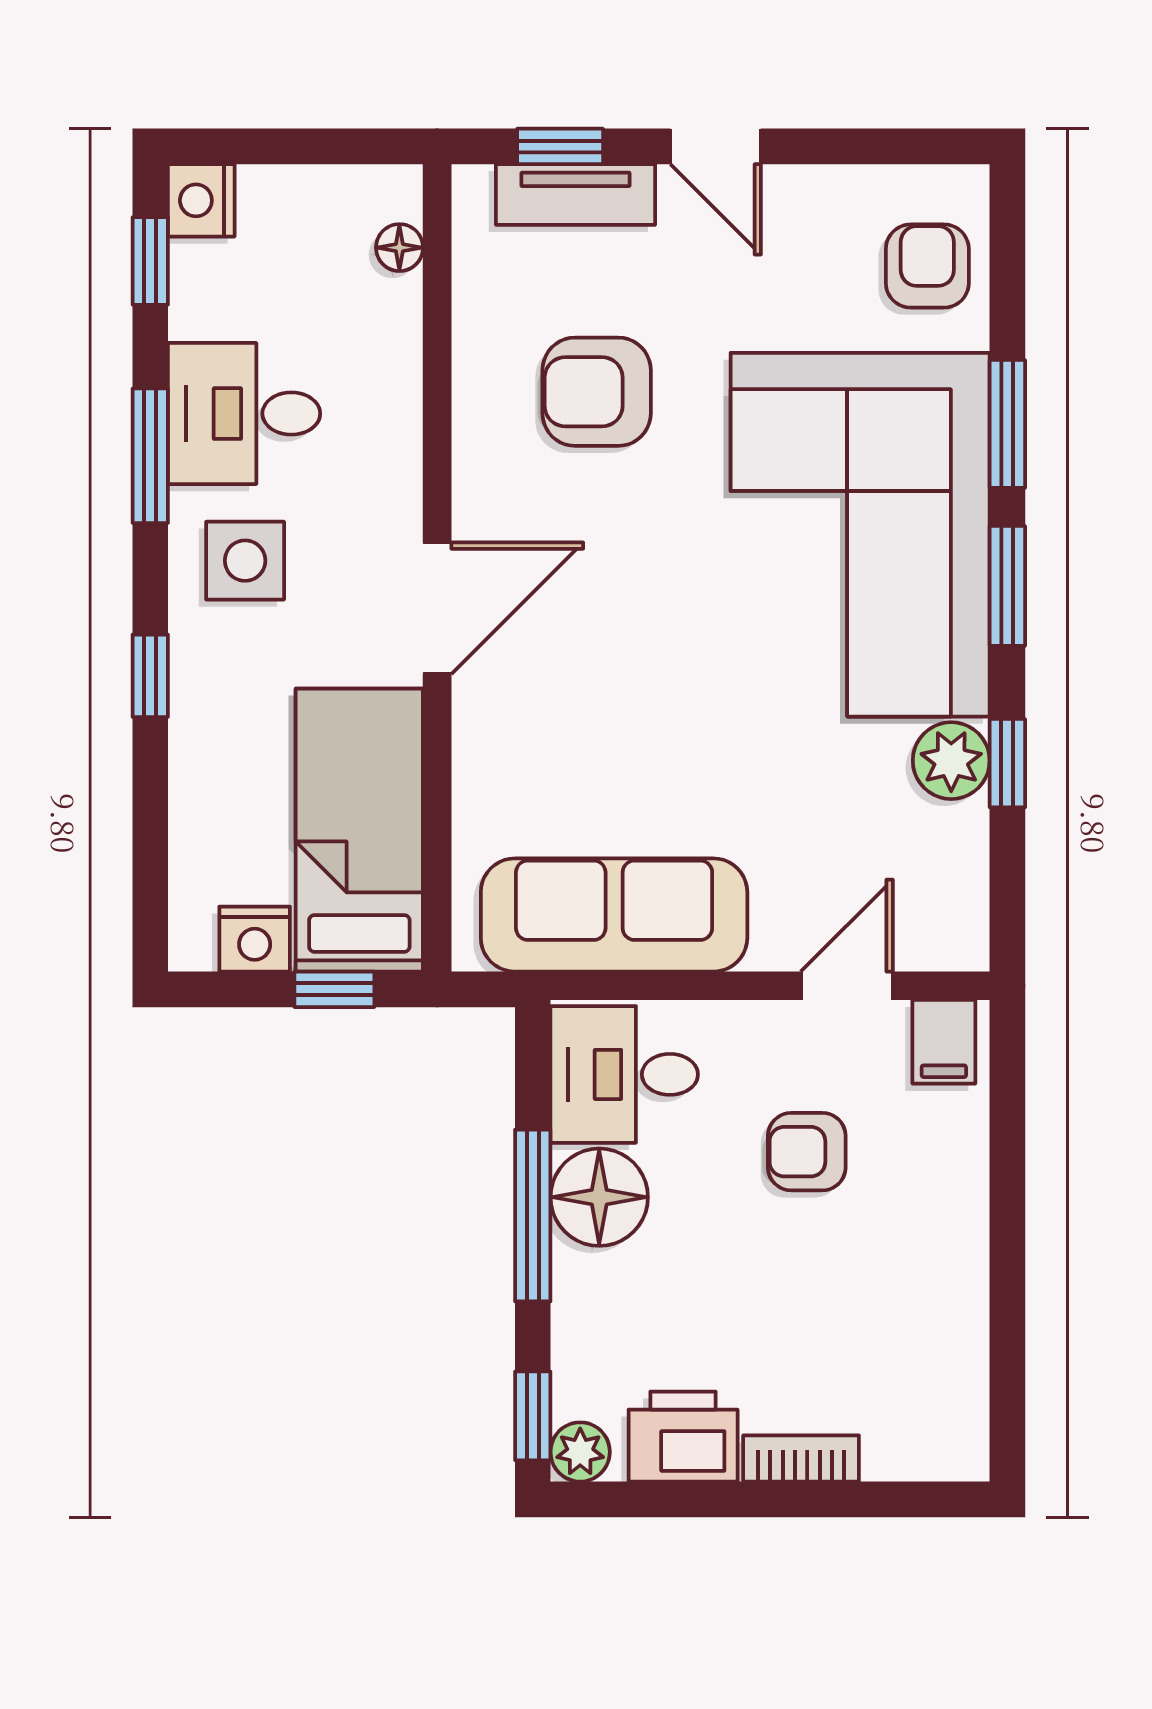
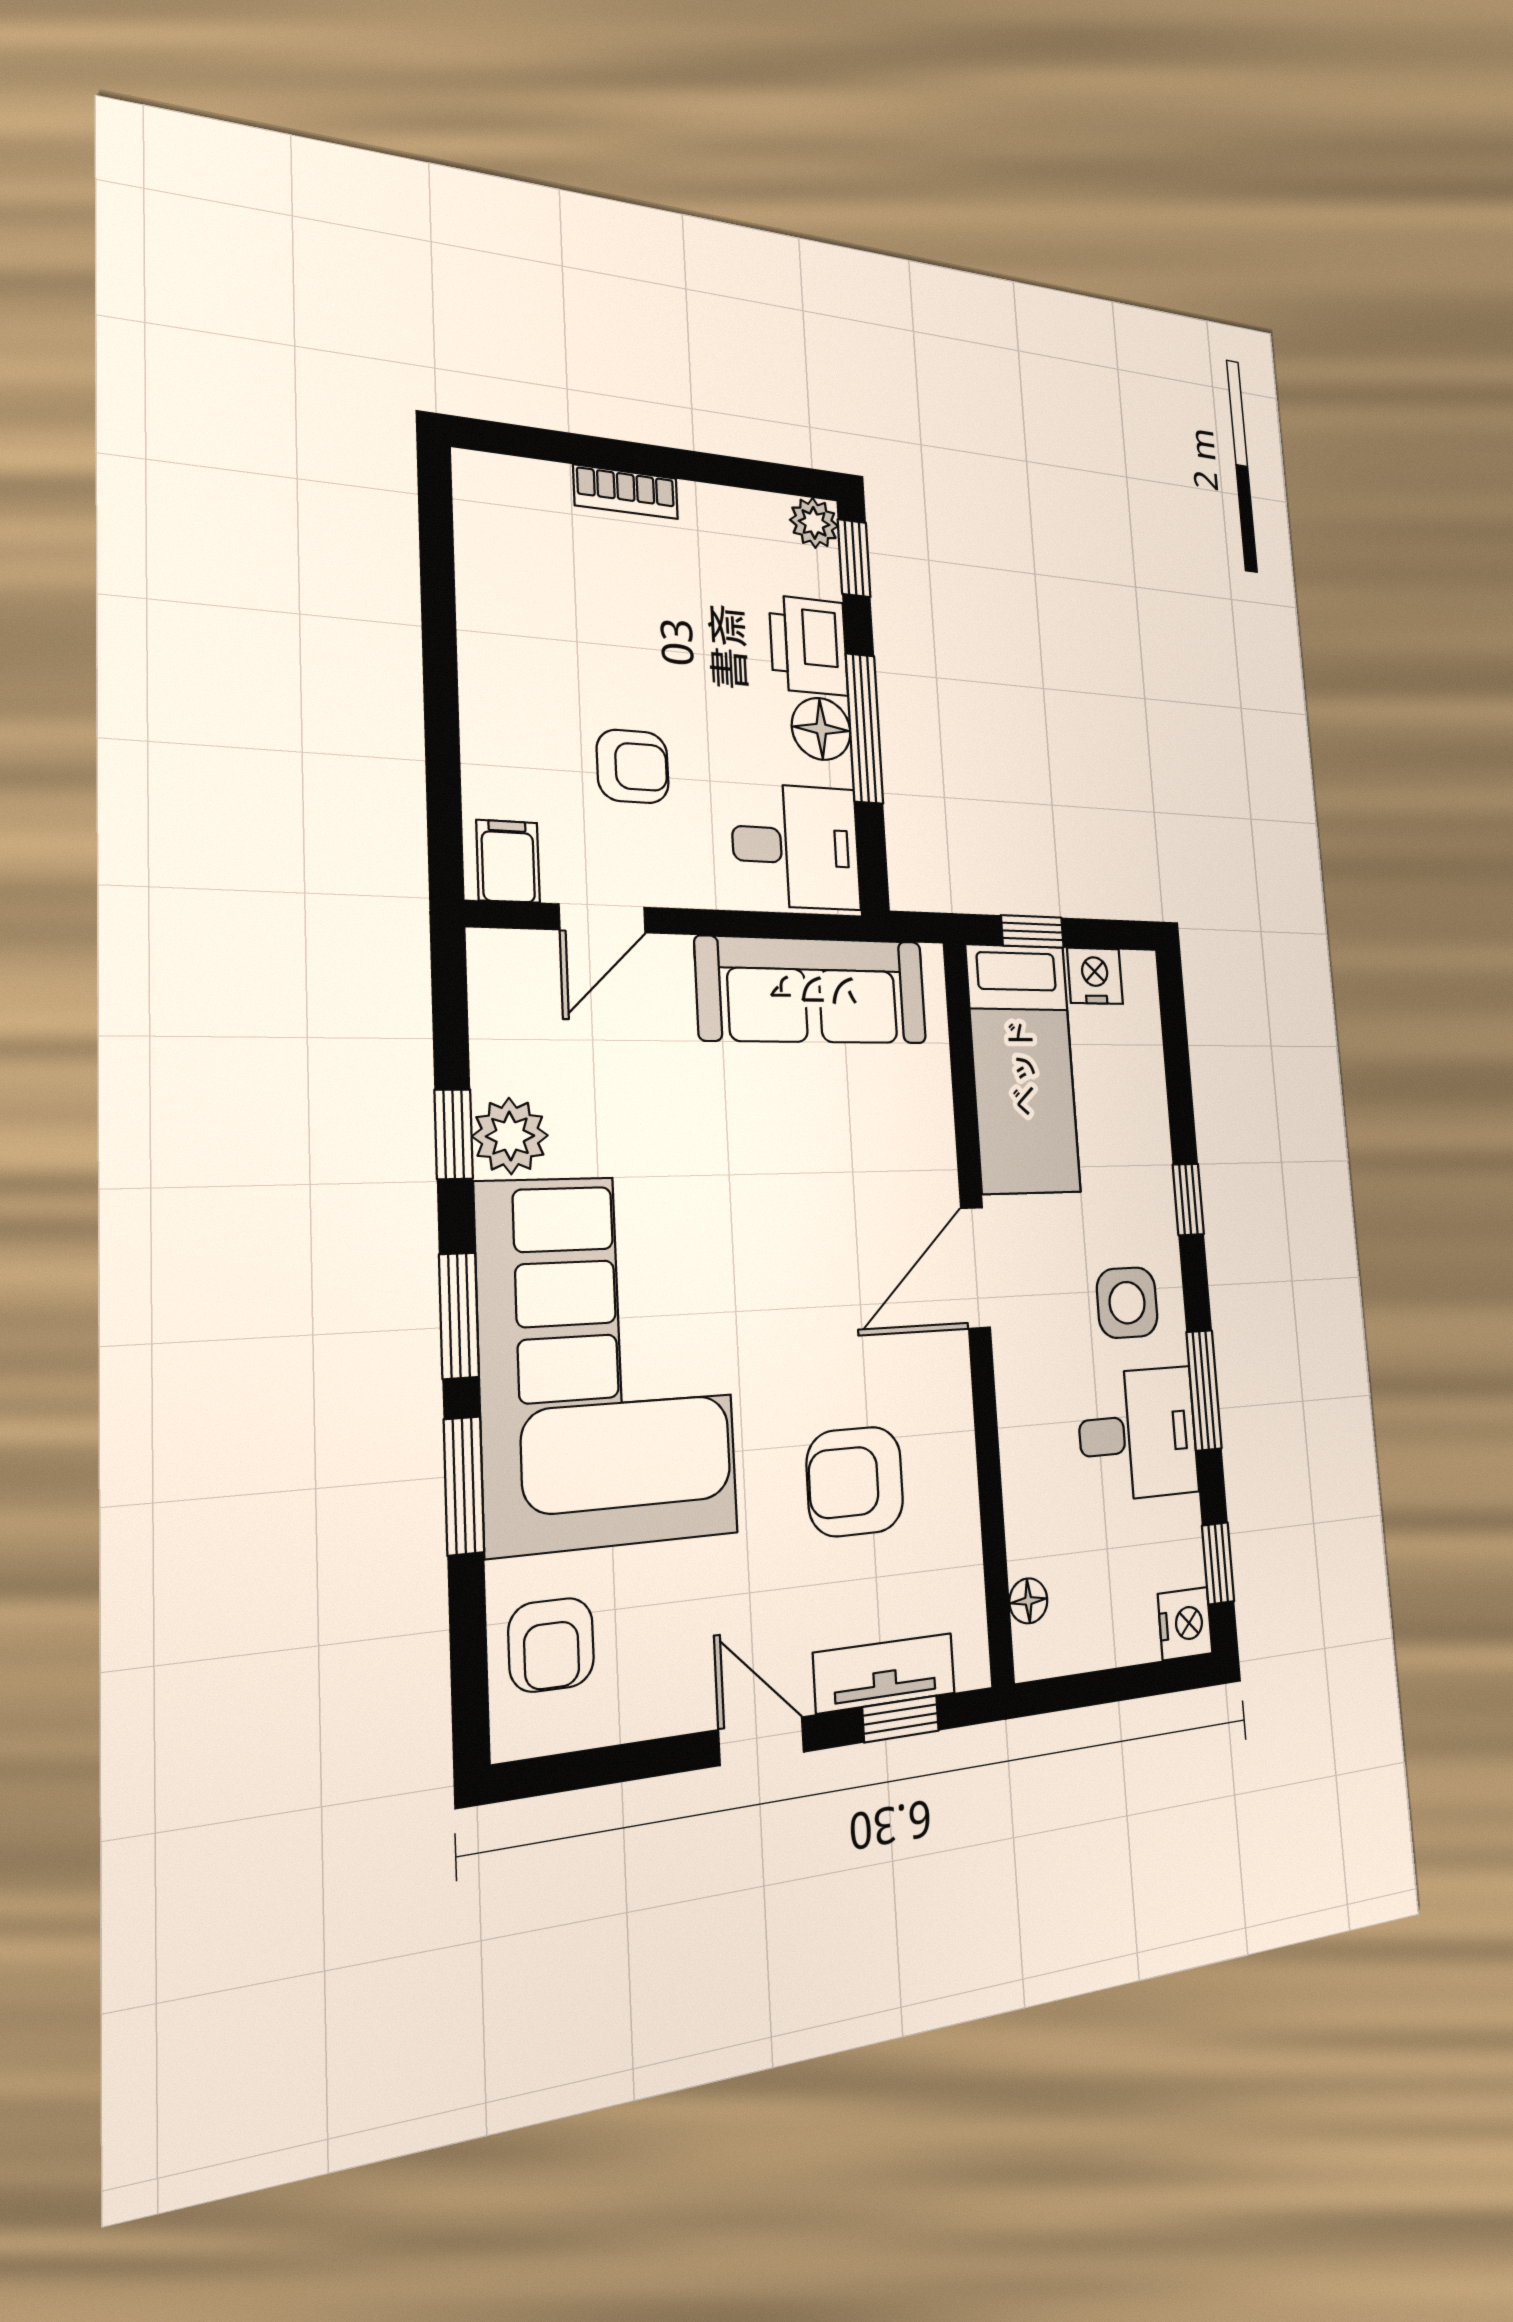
armchair: (597, 392) -> (855, 1481), turned 180
floor lamp: (599, 1197) -> (821, 729), width x0.73, depth x0.73
printer: (683, 1437) -> (809, 645), moved, turned 90

